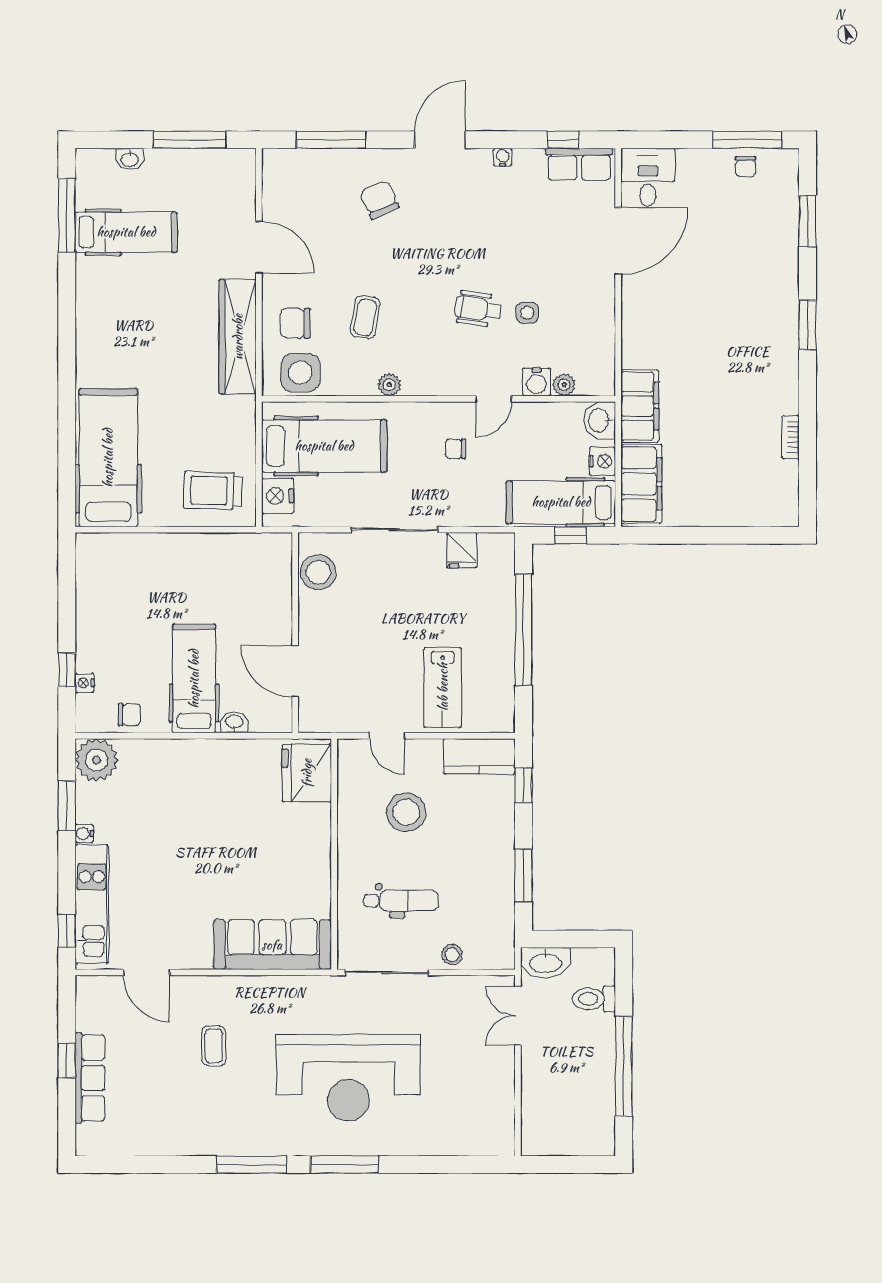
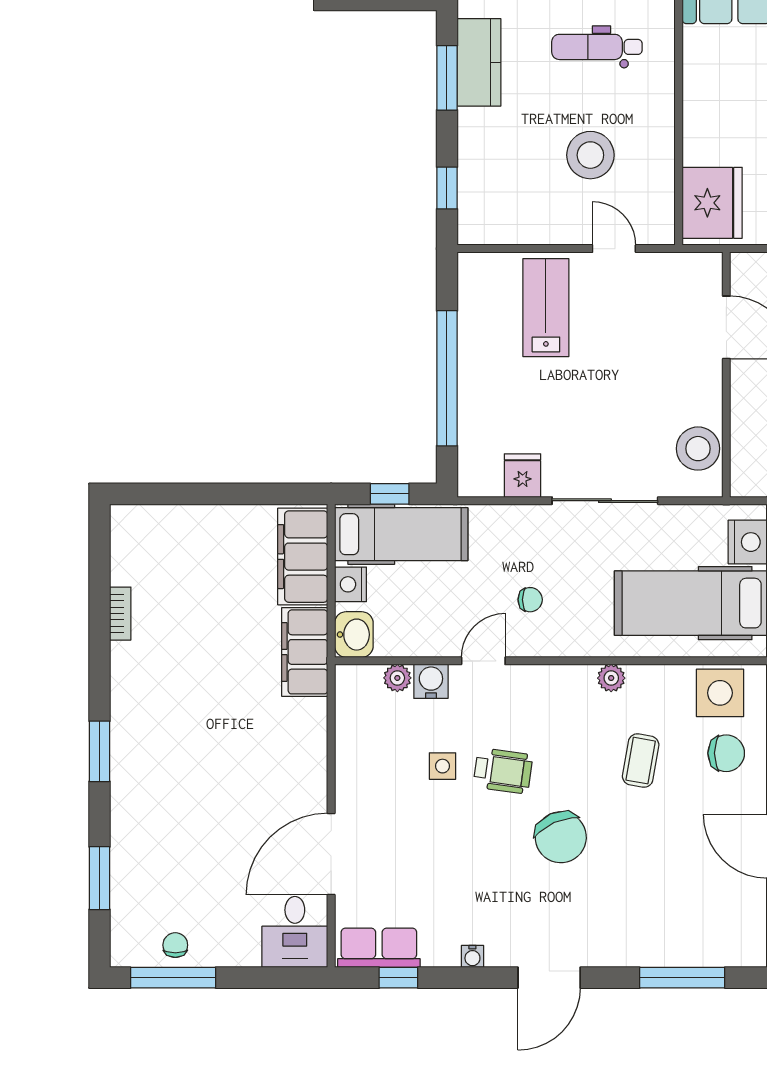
chair: (379, 200) -> (561, 837), moved, width x1.37, depth x1.37
kitchen counter: (479, 756) -> (479, 62), moved, turned 90

